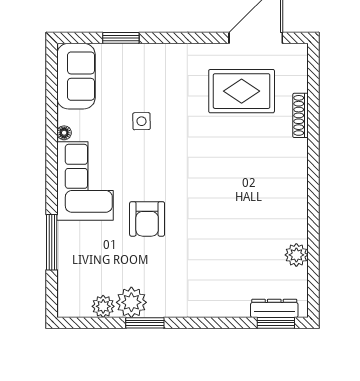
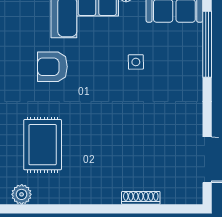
window: (121, 38) -> (207, 44), width x2.11
rug: (242, 91) -> (43, 145), moved

